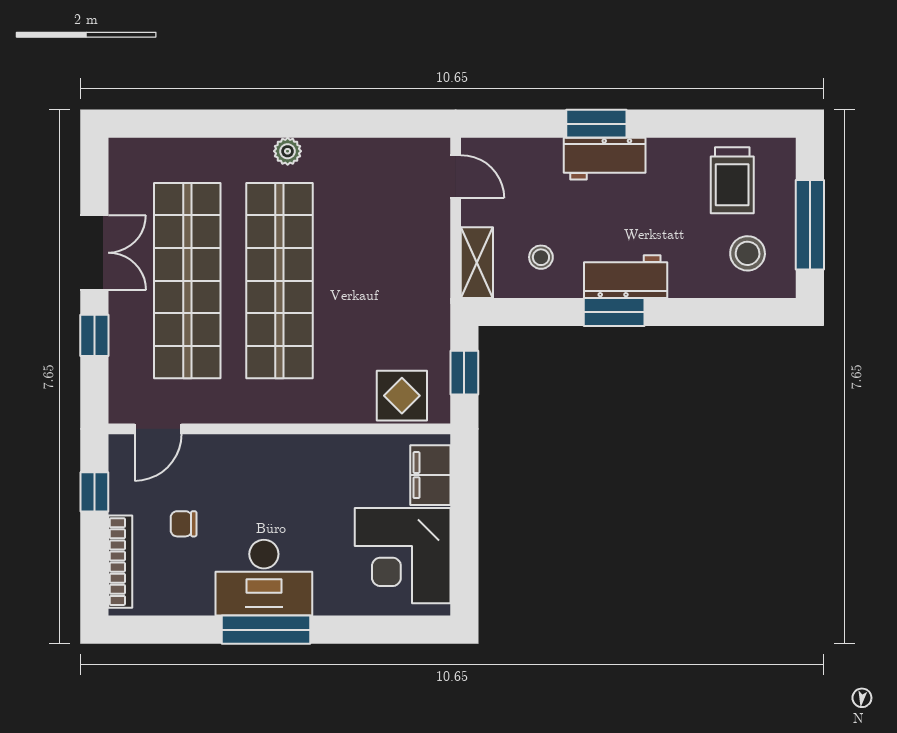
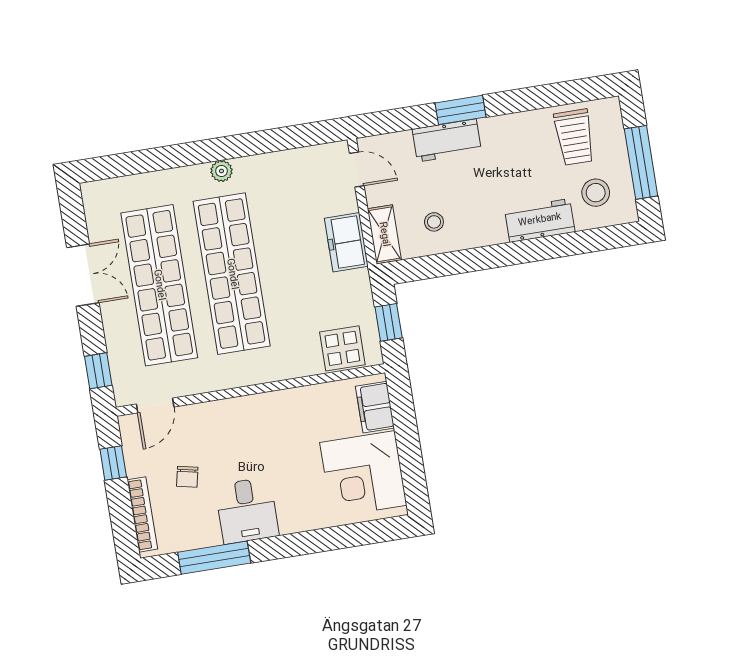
workbench: (605, 159) -> (447, 140), moved
freezer: (428, 265) -> (346, 242), added
workbench: (626, 277) -> (540, 220), moved
window: (614, 312) -> (498, 256), removed
window: (94, 335) -> (98, 371), moved
chair: (184, 524) -> (187, 477), turned -78
desk: (264, 578) -> (247, 510), width x0.73
window: (266, 630) -> (214, 558), moved

